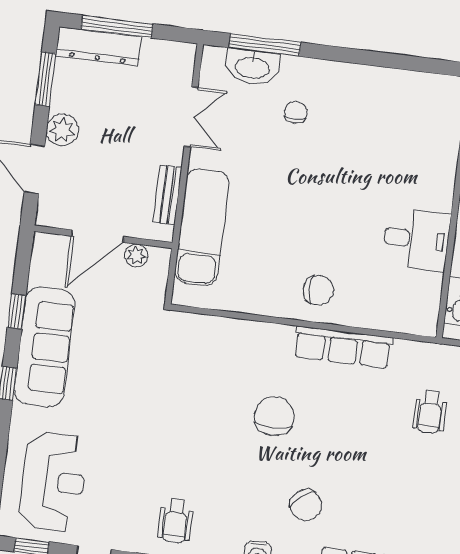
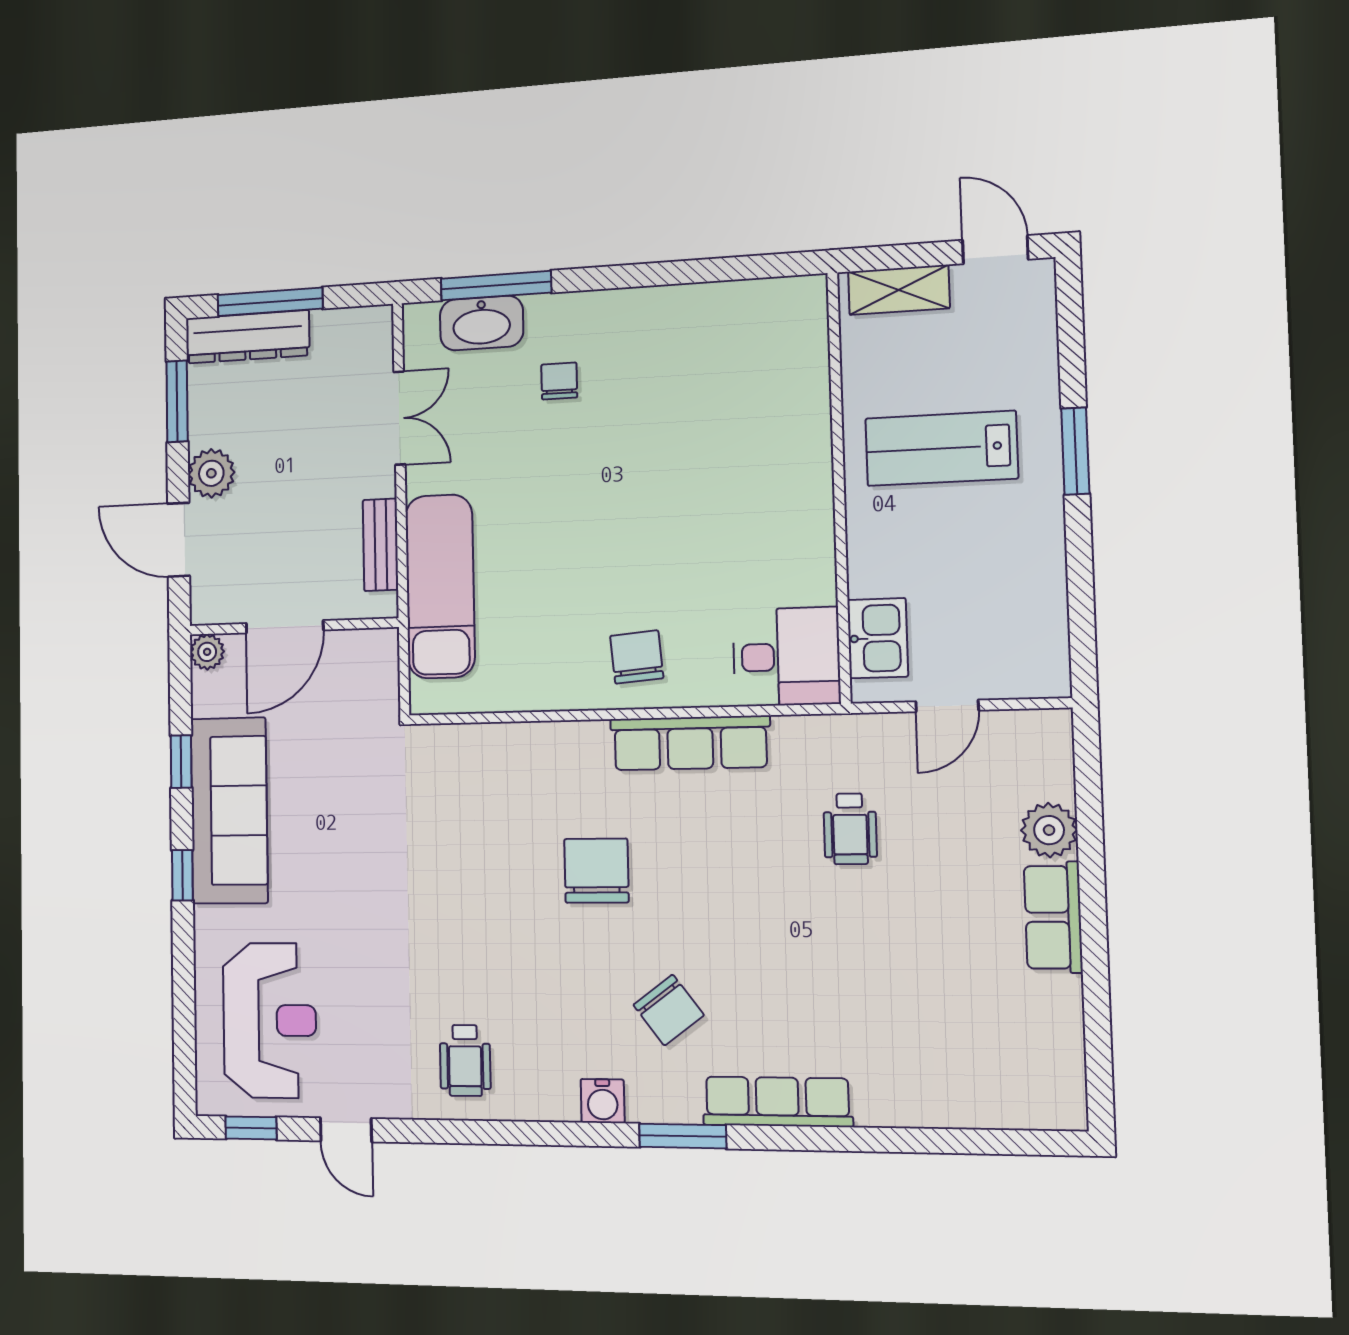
desk: (416, 239) -> (786, 657), moved
plant: (136, 255) -> (207, 652), moved
chair: (318, 290) -> (637, 657), turned -95

